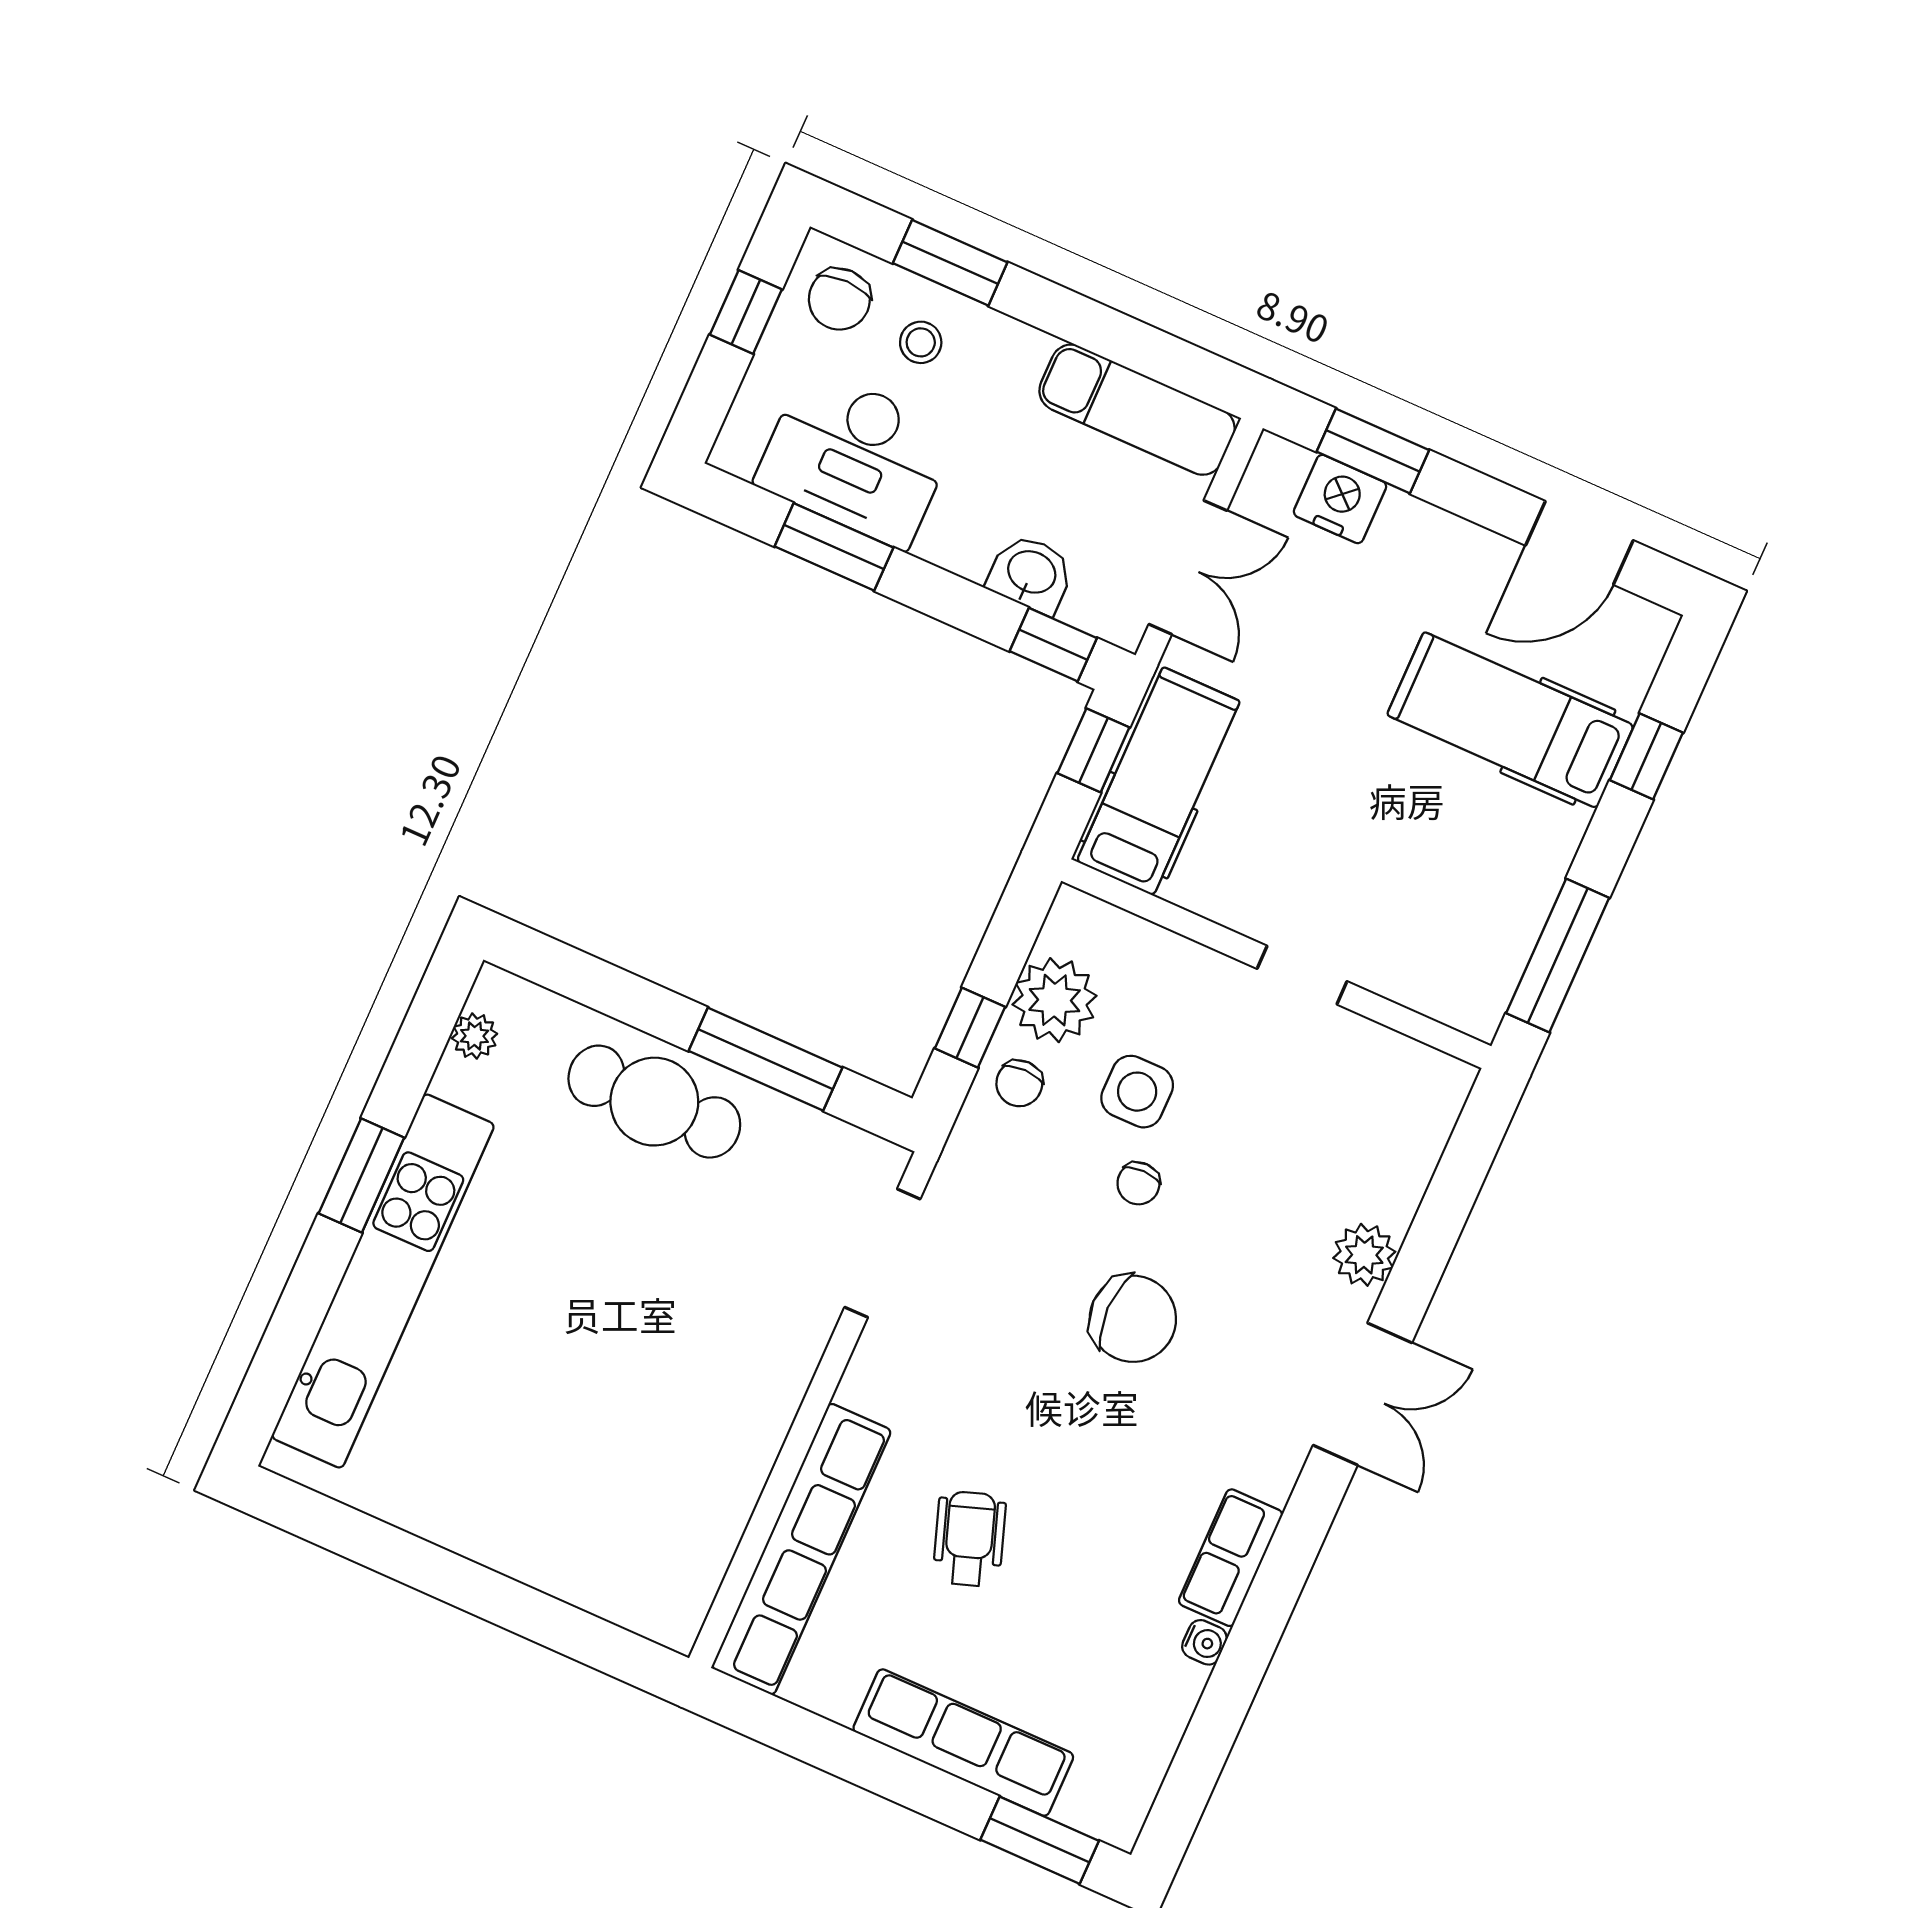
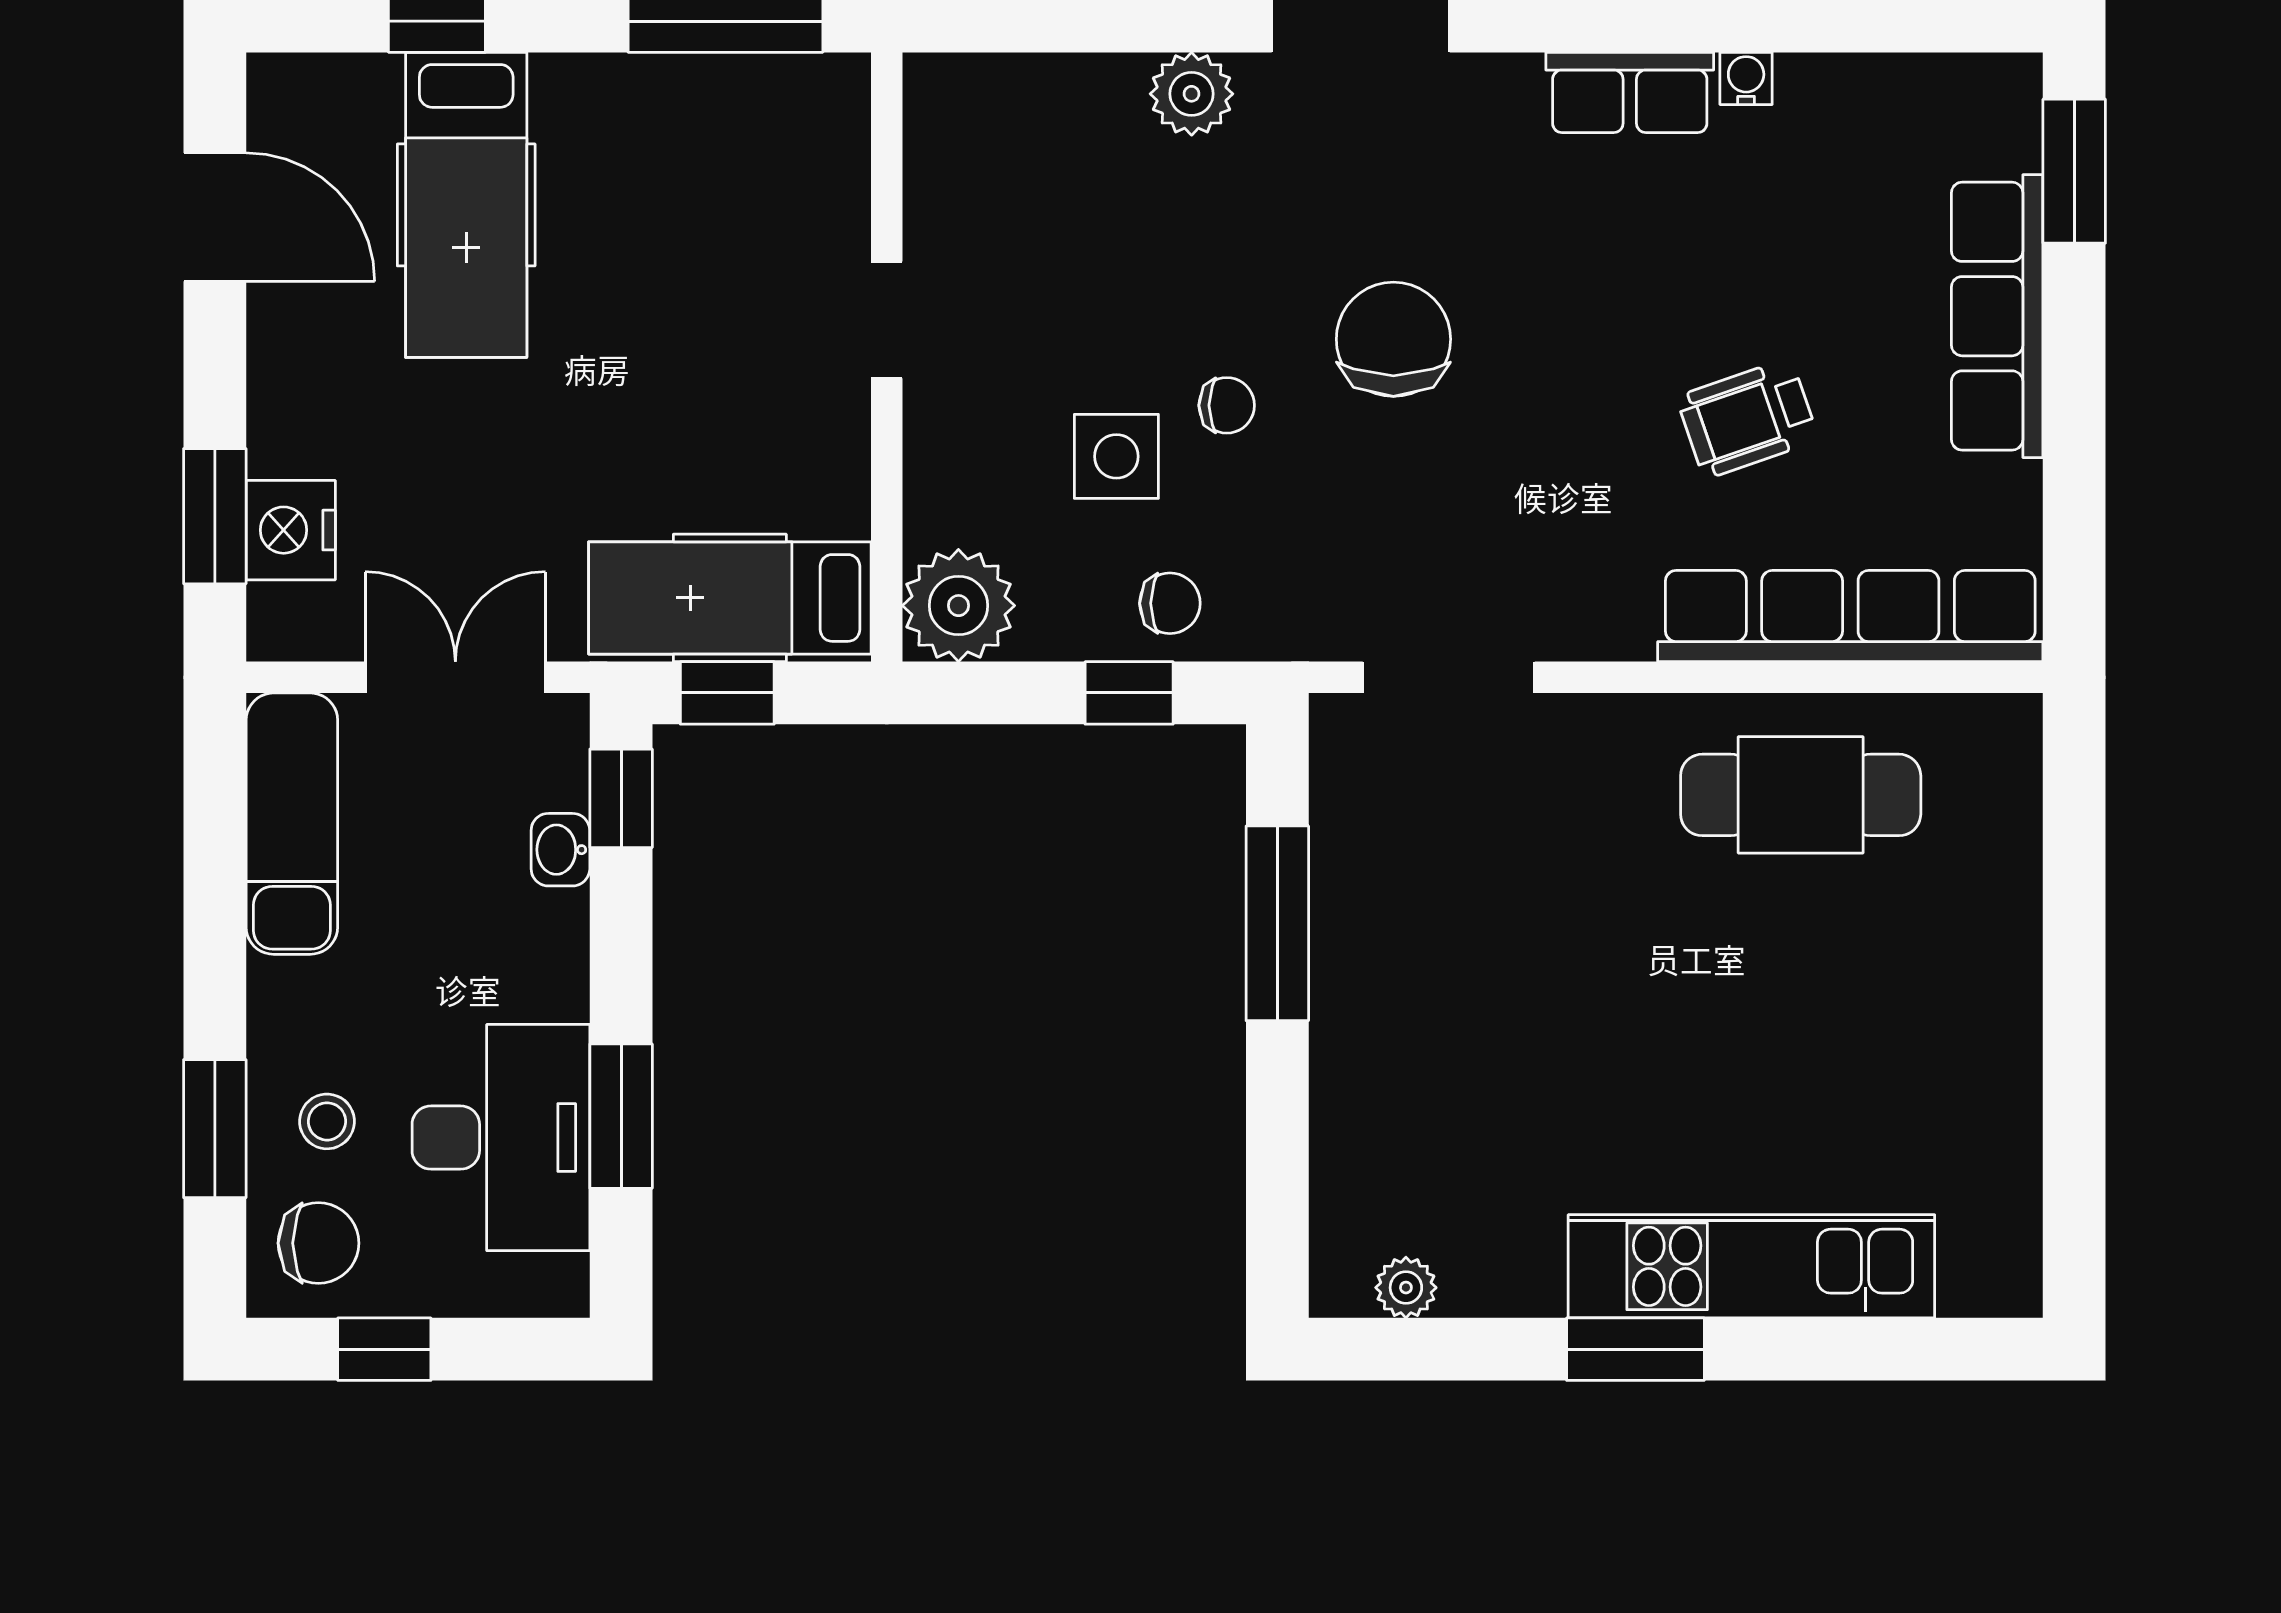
washbasin: (1031, 574) -> (560, 850), width x0.72, depth x0.69
plant: (1055, 1000) -> (958, 606), moved
cafe table: (654, 1102) -> (1801, 795), moved, turned 90
kitchen unit: (383, 1281) -> (1751, 1266), width x0.73

